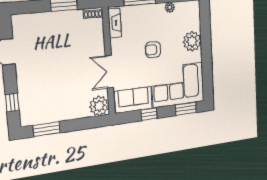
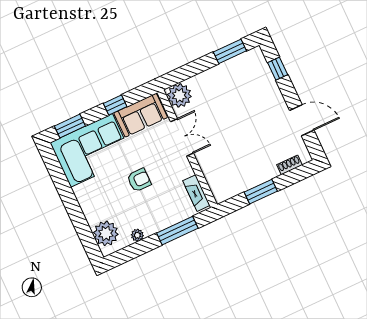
shoe rack: (93, 13) -> (289, 165), moved
plant: (192, 41) -> (106, 233), moved

